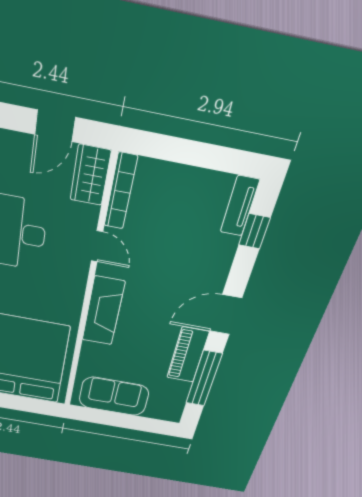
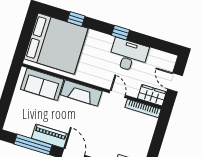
door: (97, 246) -> (117, 94), swing flipped
sofa: (114, 396) -> (42, 84), moved, turned 90

